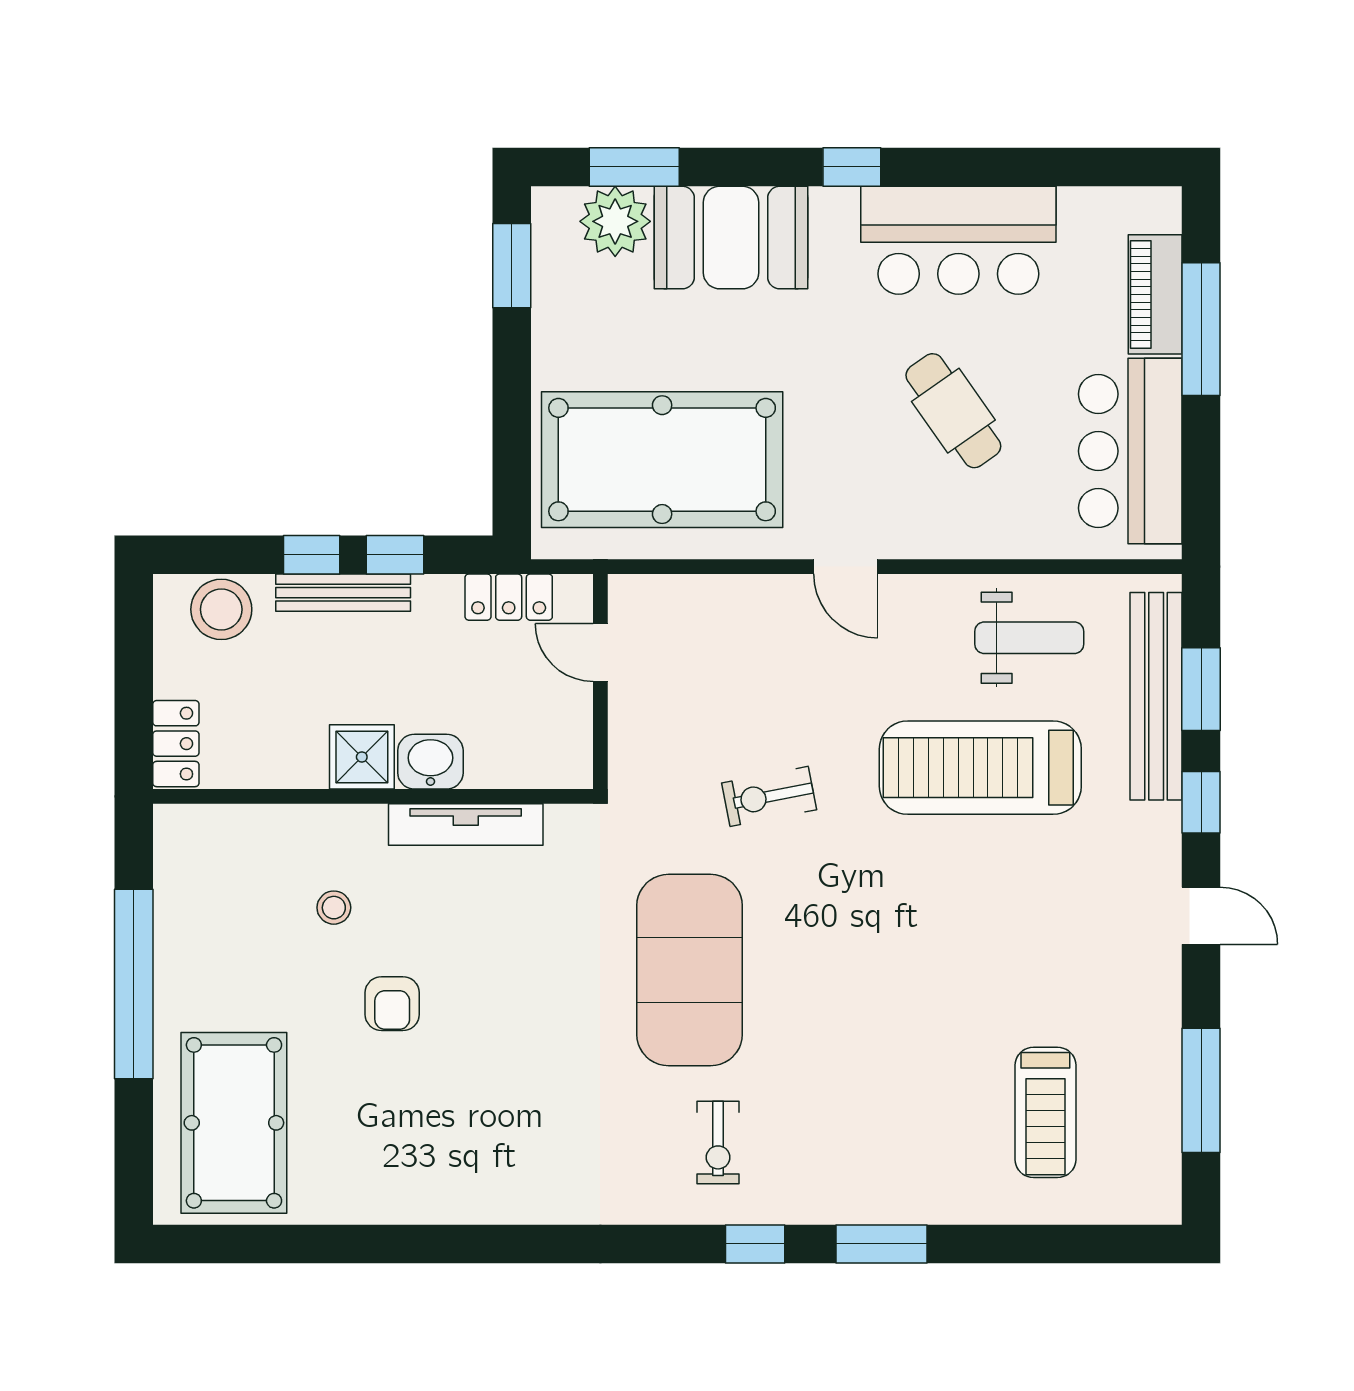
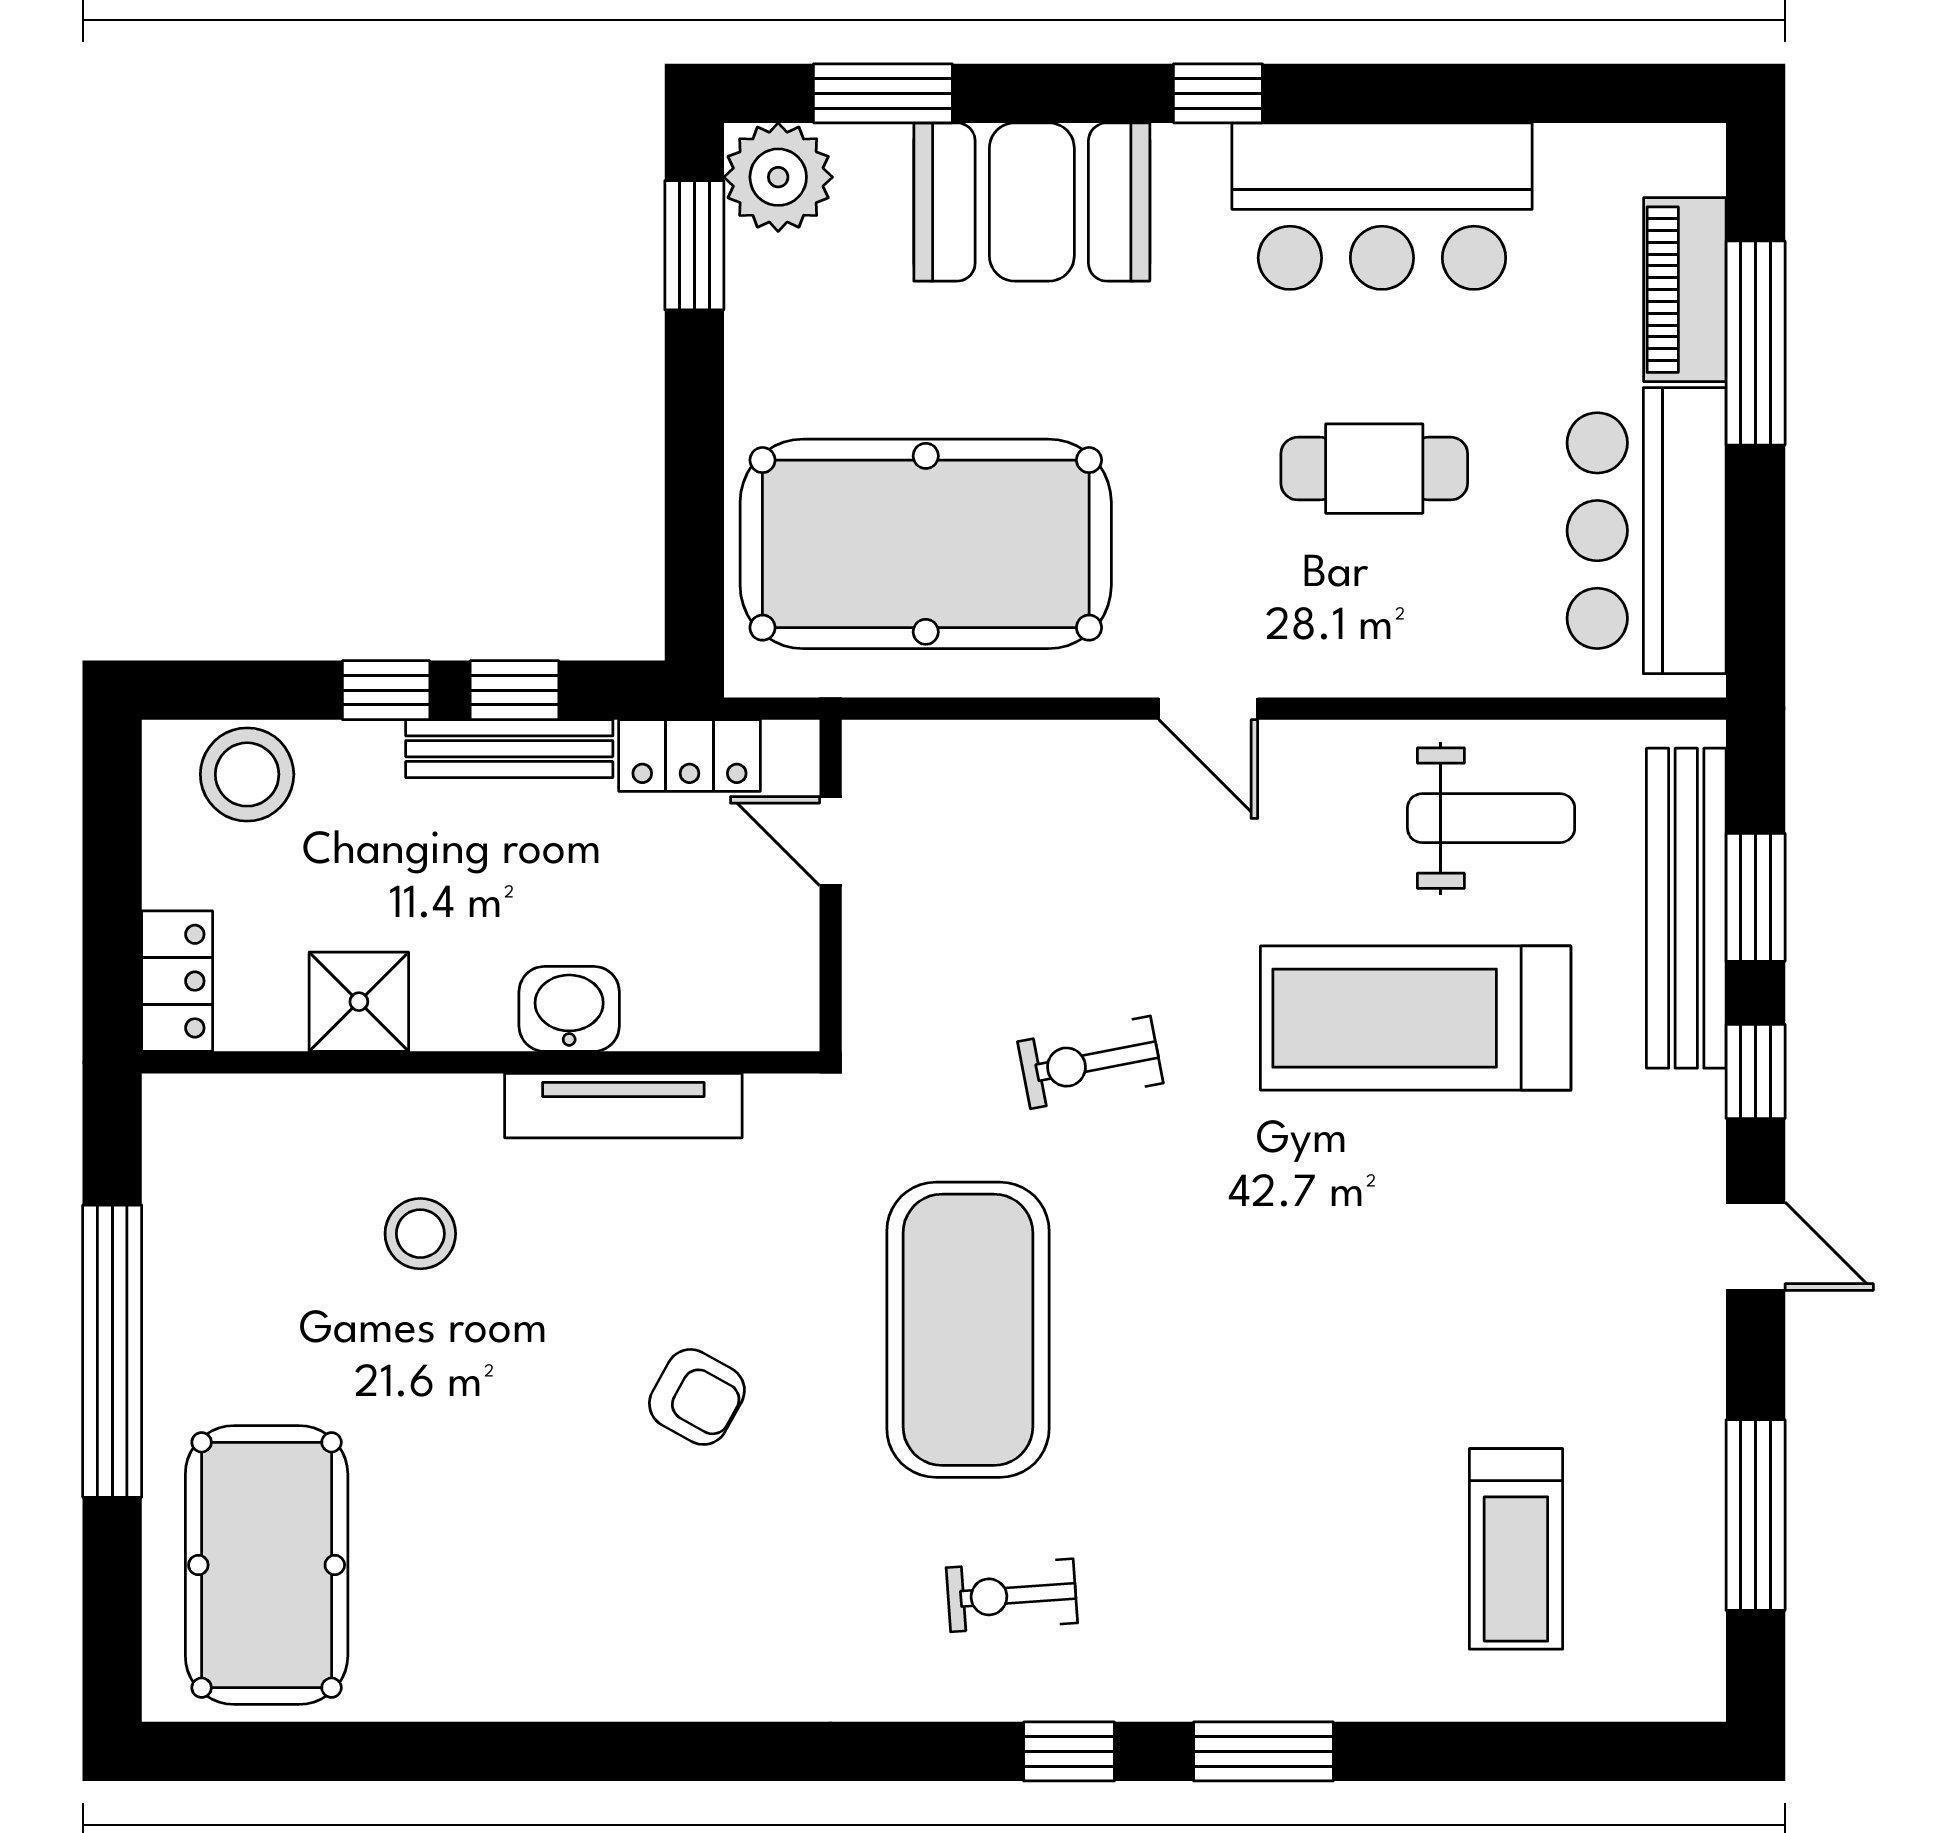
plant: (615, 221) -> (778, 177), moved
cafe table: (953, 411) -> (1374, 469), turned -55
bench: (343, 593) -> (509, 749), moved
shower: (362, 757) -> (359, 1002), moved
stool: (334, 908) -> (420, 1234), width x1.37, depth x1.37
armchair: (392, 1004) -> (697, 1397), moved, turned -61
exercise bike: (718, 1143) -> (1012, 1595), turned 86

